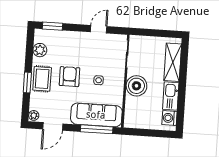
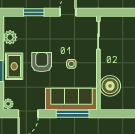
window: (52, 26) -> (34, 12), moved
boiler: (136, 86) -> (110, 86), moved

